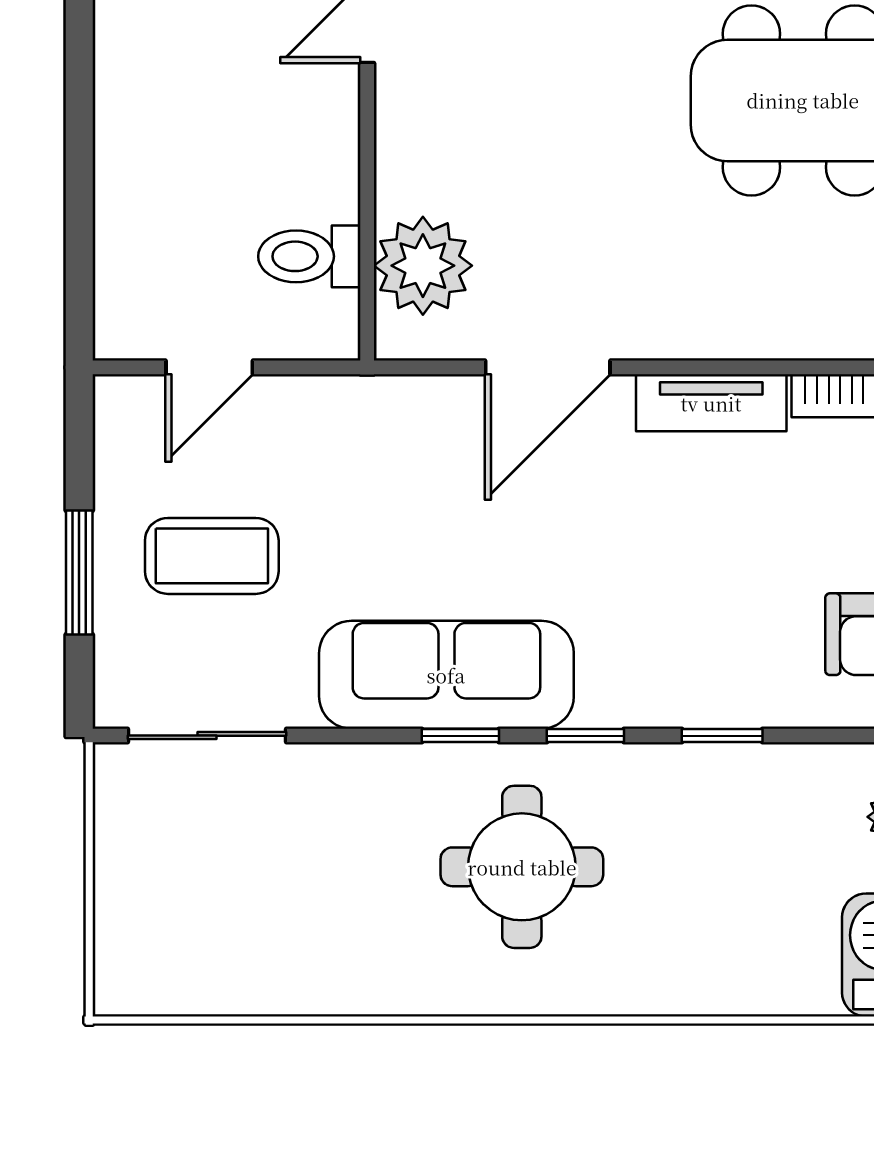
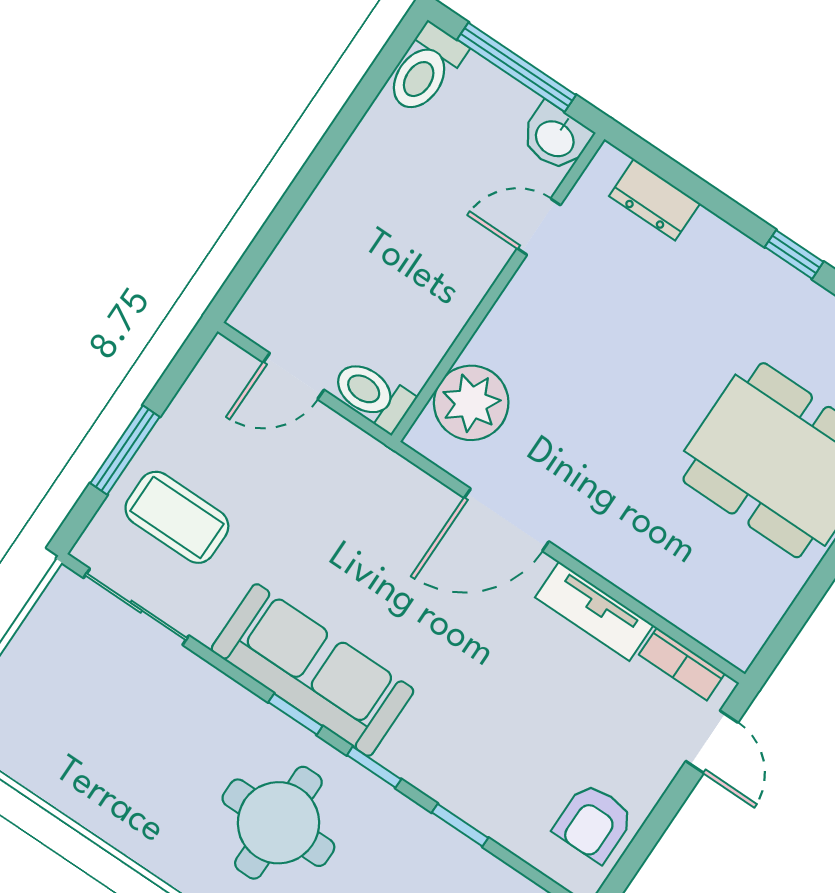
toilet: (309, 256) -> (373, 395), moved
coffee table: (212, 556) -> (177, 517), moved

